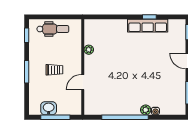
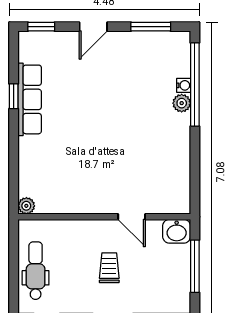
plant: (89, 50) -> (26, 206), moved
washbasin: (49, 108) -> (177, 231), moved, turned -90
window: (125, 117) -> (195, 84), moved

